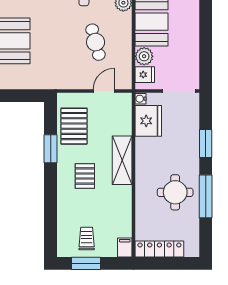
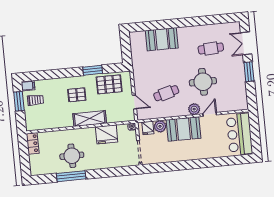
fridge: (148, 121) -> (107, 134), moved
window: (206, 143) -> (106, 173), removed
filing cabinet: (125, 247) -> (28, 86), moved
locker: (159, 249) -> (33, 143), width x0.66

